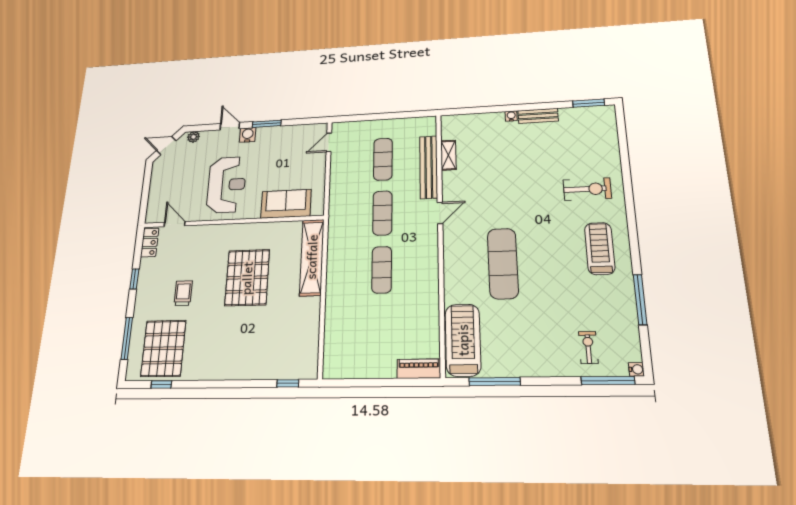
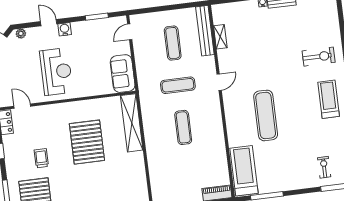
window: (267, 124) -> (97, 17), moved
bench: (429, 167) -> (205, 31), moved
sofa: (286, 204) -> (123, 74), moved, turned -90
exercise mat: (382, 213) -> (178, 85), turned 90

